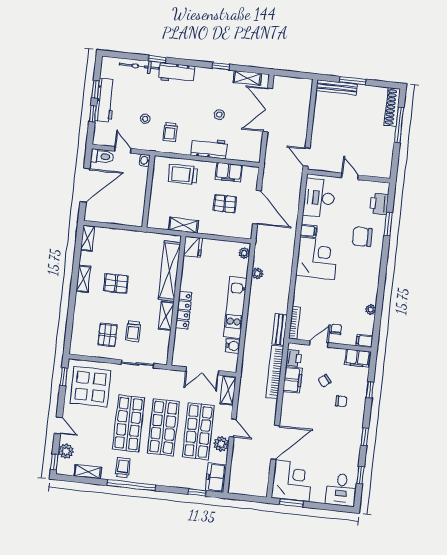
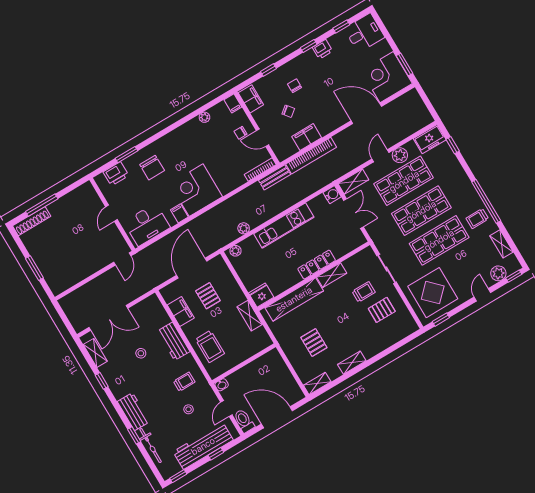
bench: (337, 87) -> (49, 277), removed
window: (95, 89) -> (178, 476), moved
workbench: (105, 100) -> (203, 446), width x1.36, depth x1.32
pallet: (116, 283) -> (314, 343), moved
water cooler: (233, 346) -> (332, 195), moved, turned 90
printer: (294, 358) -> (322, 49), moved, turned 180

